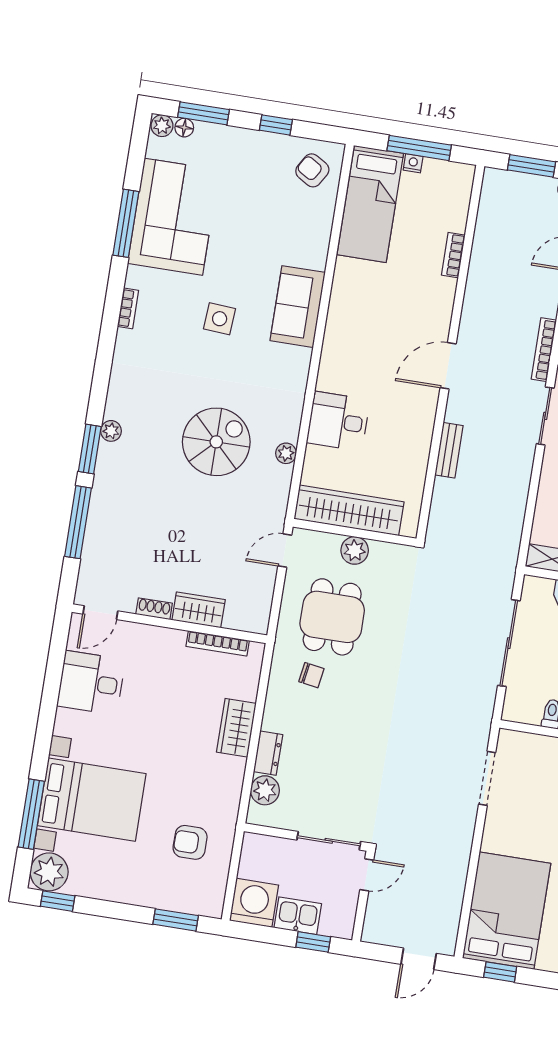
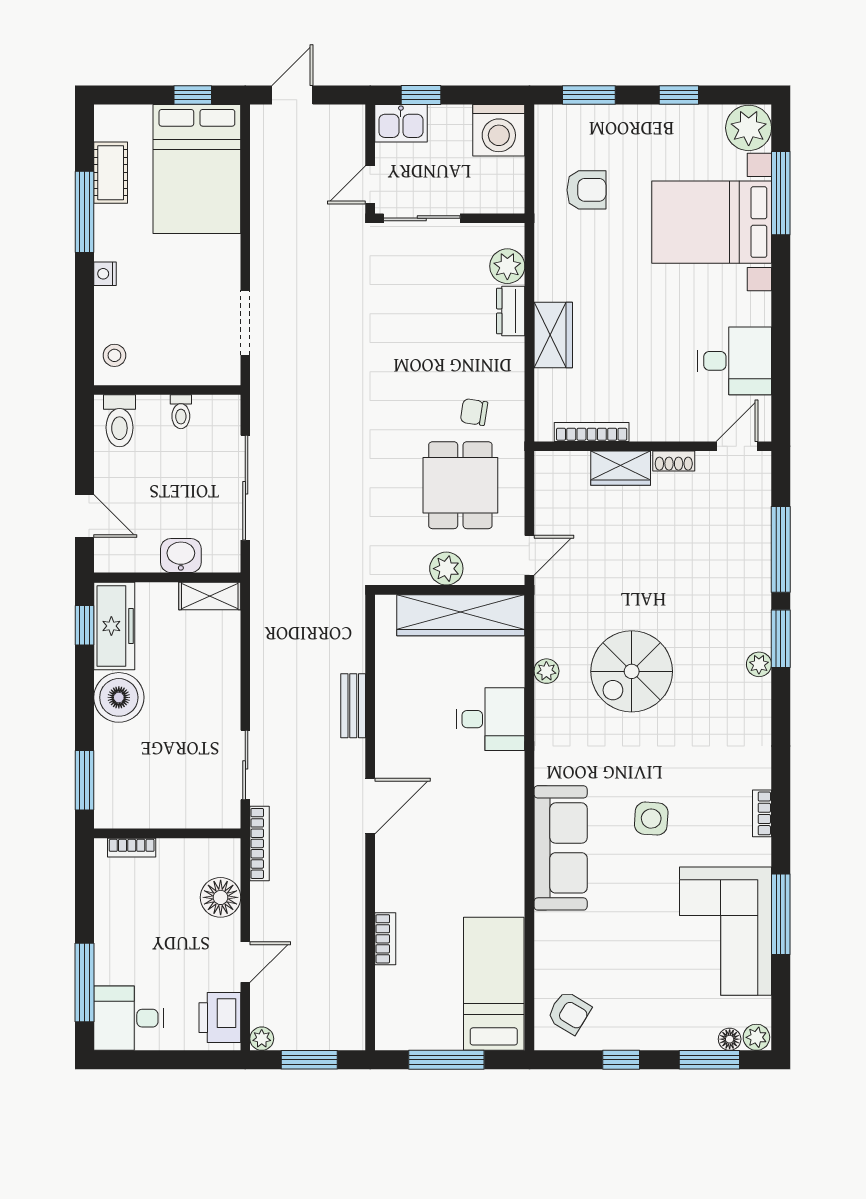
nightstand: (413, 163) -> (451, 1040), removed
sofa: (298, 307) -> (561, 848), width x1.36
window: (58, 901) -> (679, 95), moved
kitchen sink: (298, 916) -> (401, 123), moved

